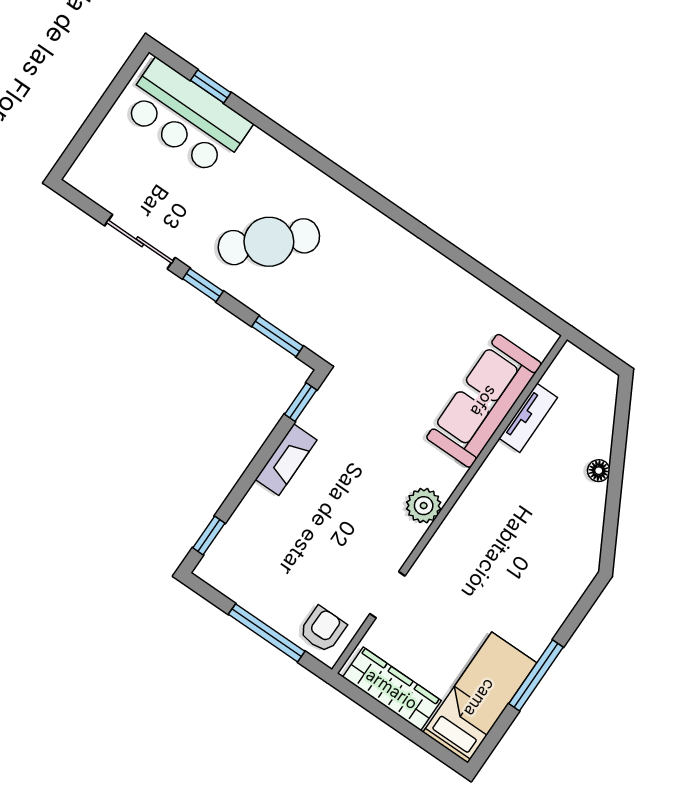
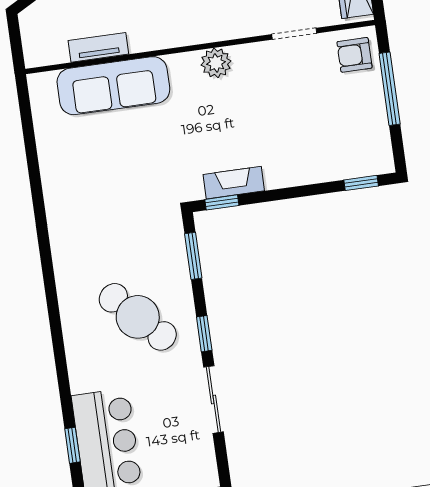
fireplace: (286, 460) -> (234, 183), moved

